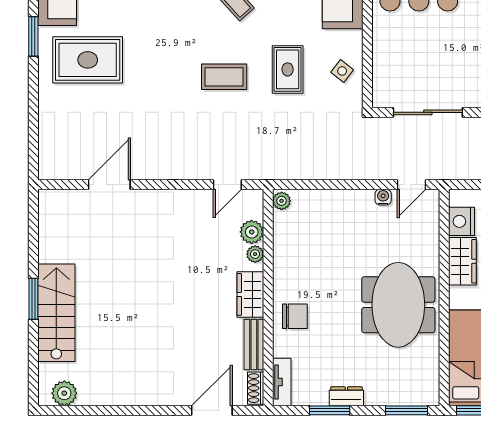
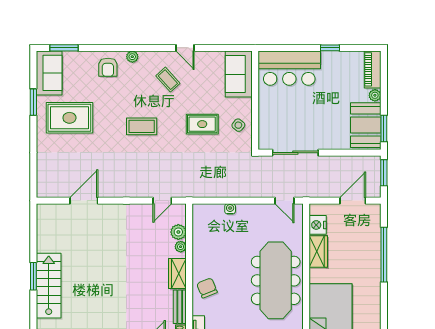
rug: (288, 69) -> (202, 124), turned 90
coffee table: (224, 77) -> (142, 126), moved
door: (412, 185) -> (284, 201), hinge flipped
water cooler: (383, 197) -> (230, 209), moved
plant: (282, 201) -> (198, 211), removed
meeting table: (398, 305) -> (276, 280), width x1.36
chair: (295, 316) -> (207, 288), turned -112

